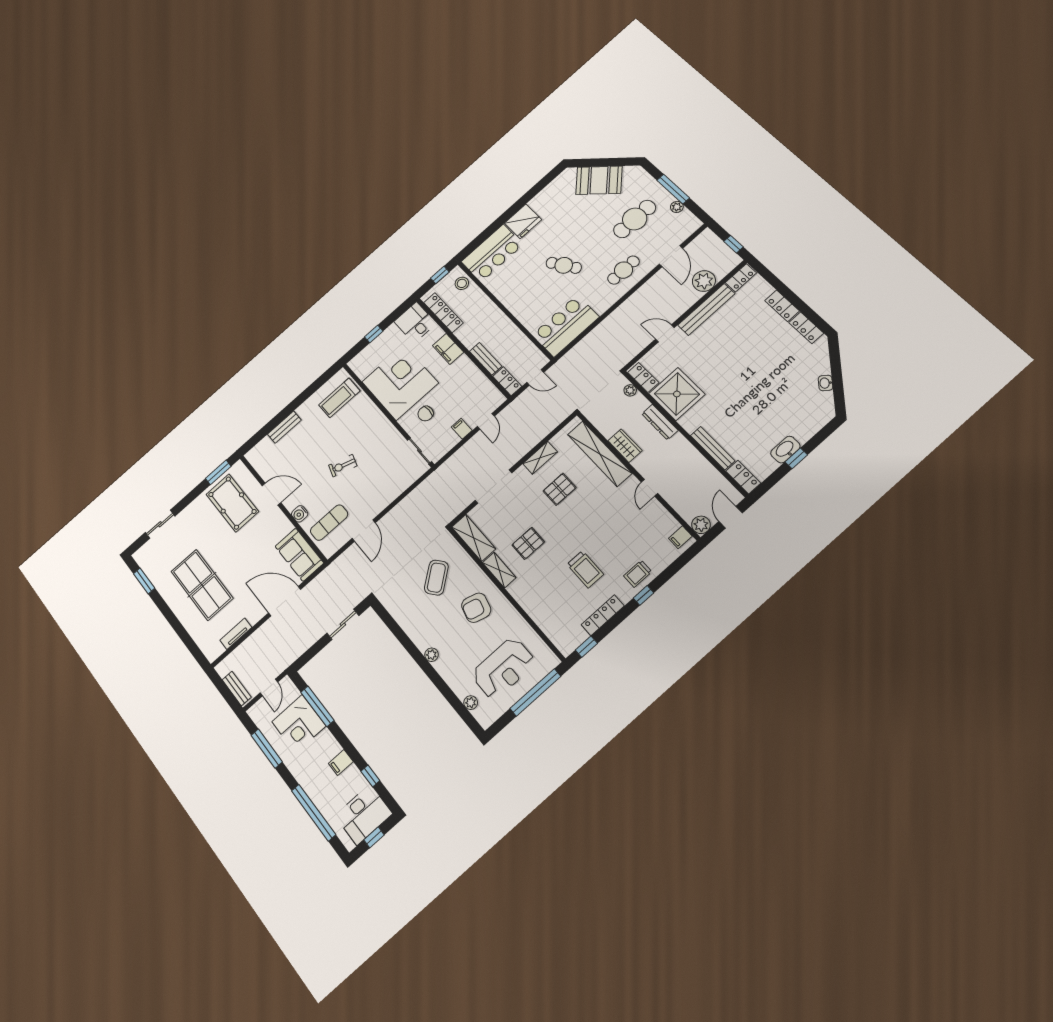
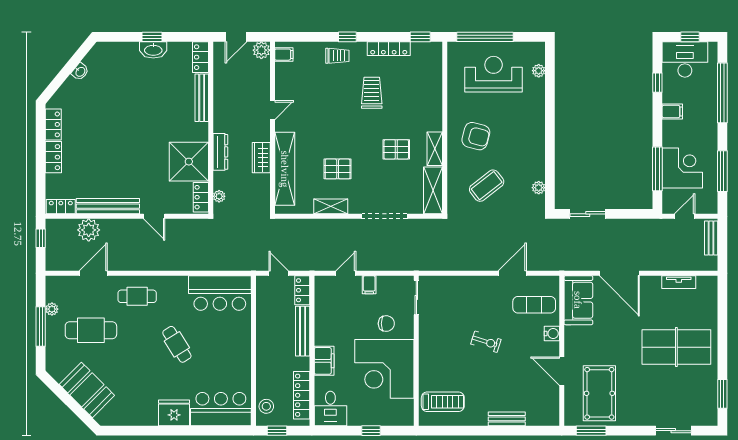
bench: (486, 359) -> (303, 331), width x1.36
table tennis table: (202, 585) -> (676, 347), turned 90
plant: (432, 655) -> (539, 188), moved

